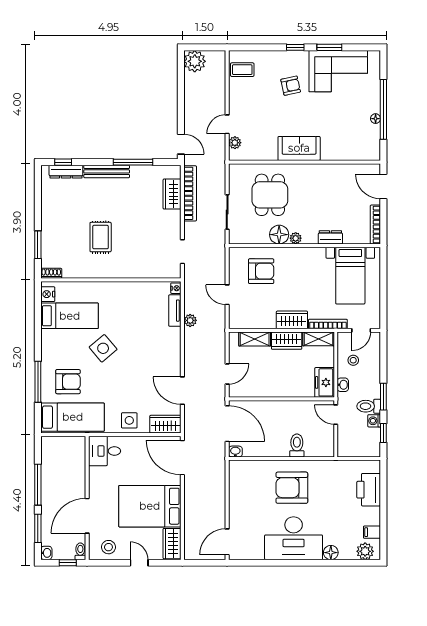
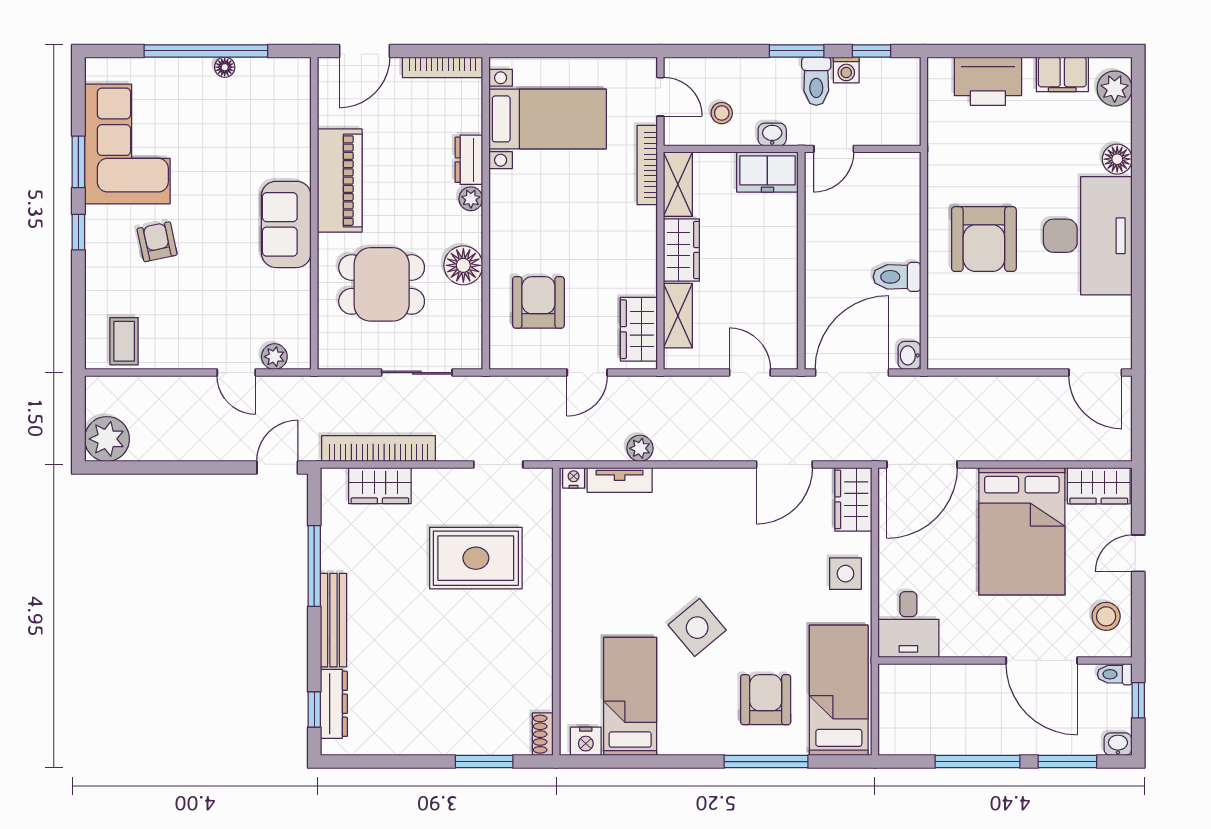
piano: (320, 174) -> (340, 181), added
rug: (101, 237) -> (476, 558), moved, width x1.36, depth x1.43
plant: (296, 238) -> (471, 199), moved
wardrobe: (292, 320) -> (639, 329), moved
toilet: (297, 445) -> (897, 277), moved
filing cabinet: (372, 532) -> (1062, 74), width x2.00

